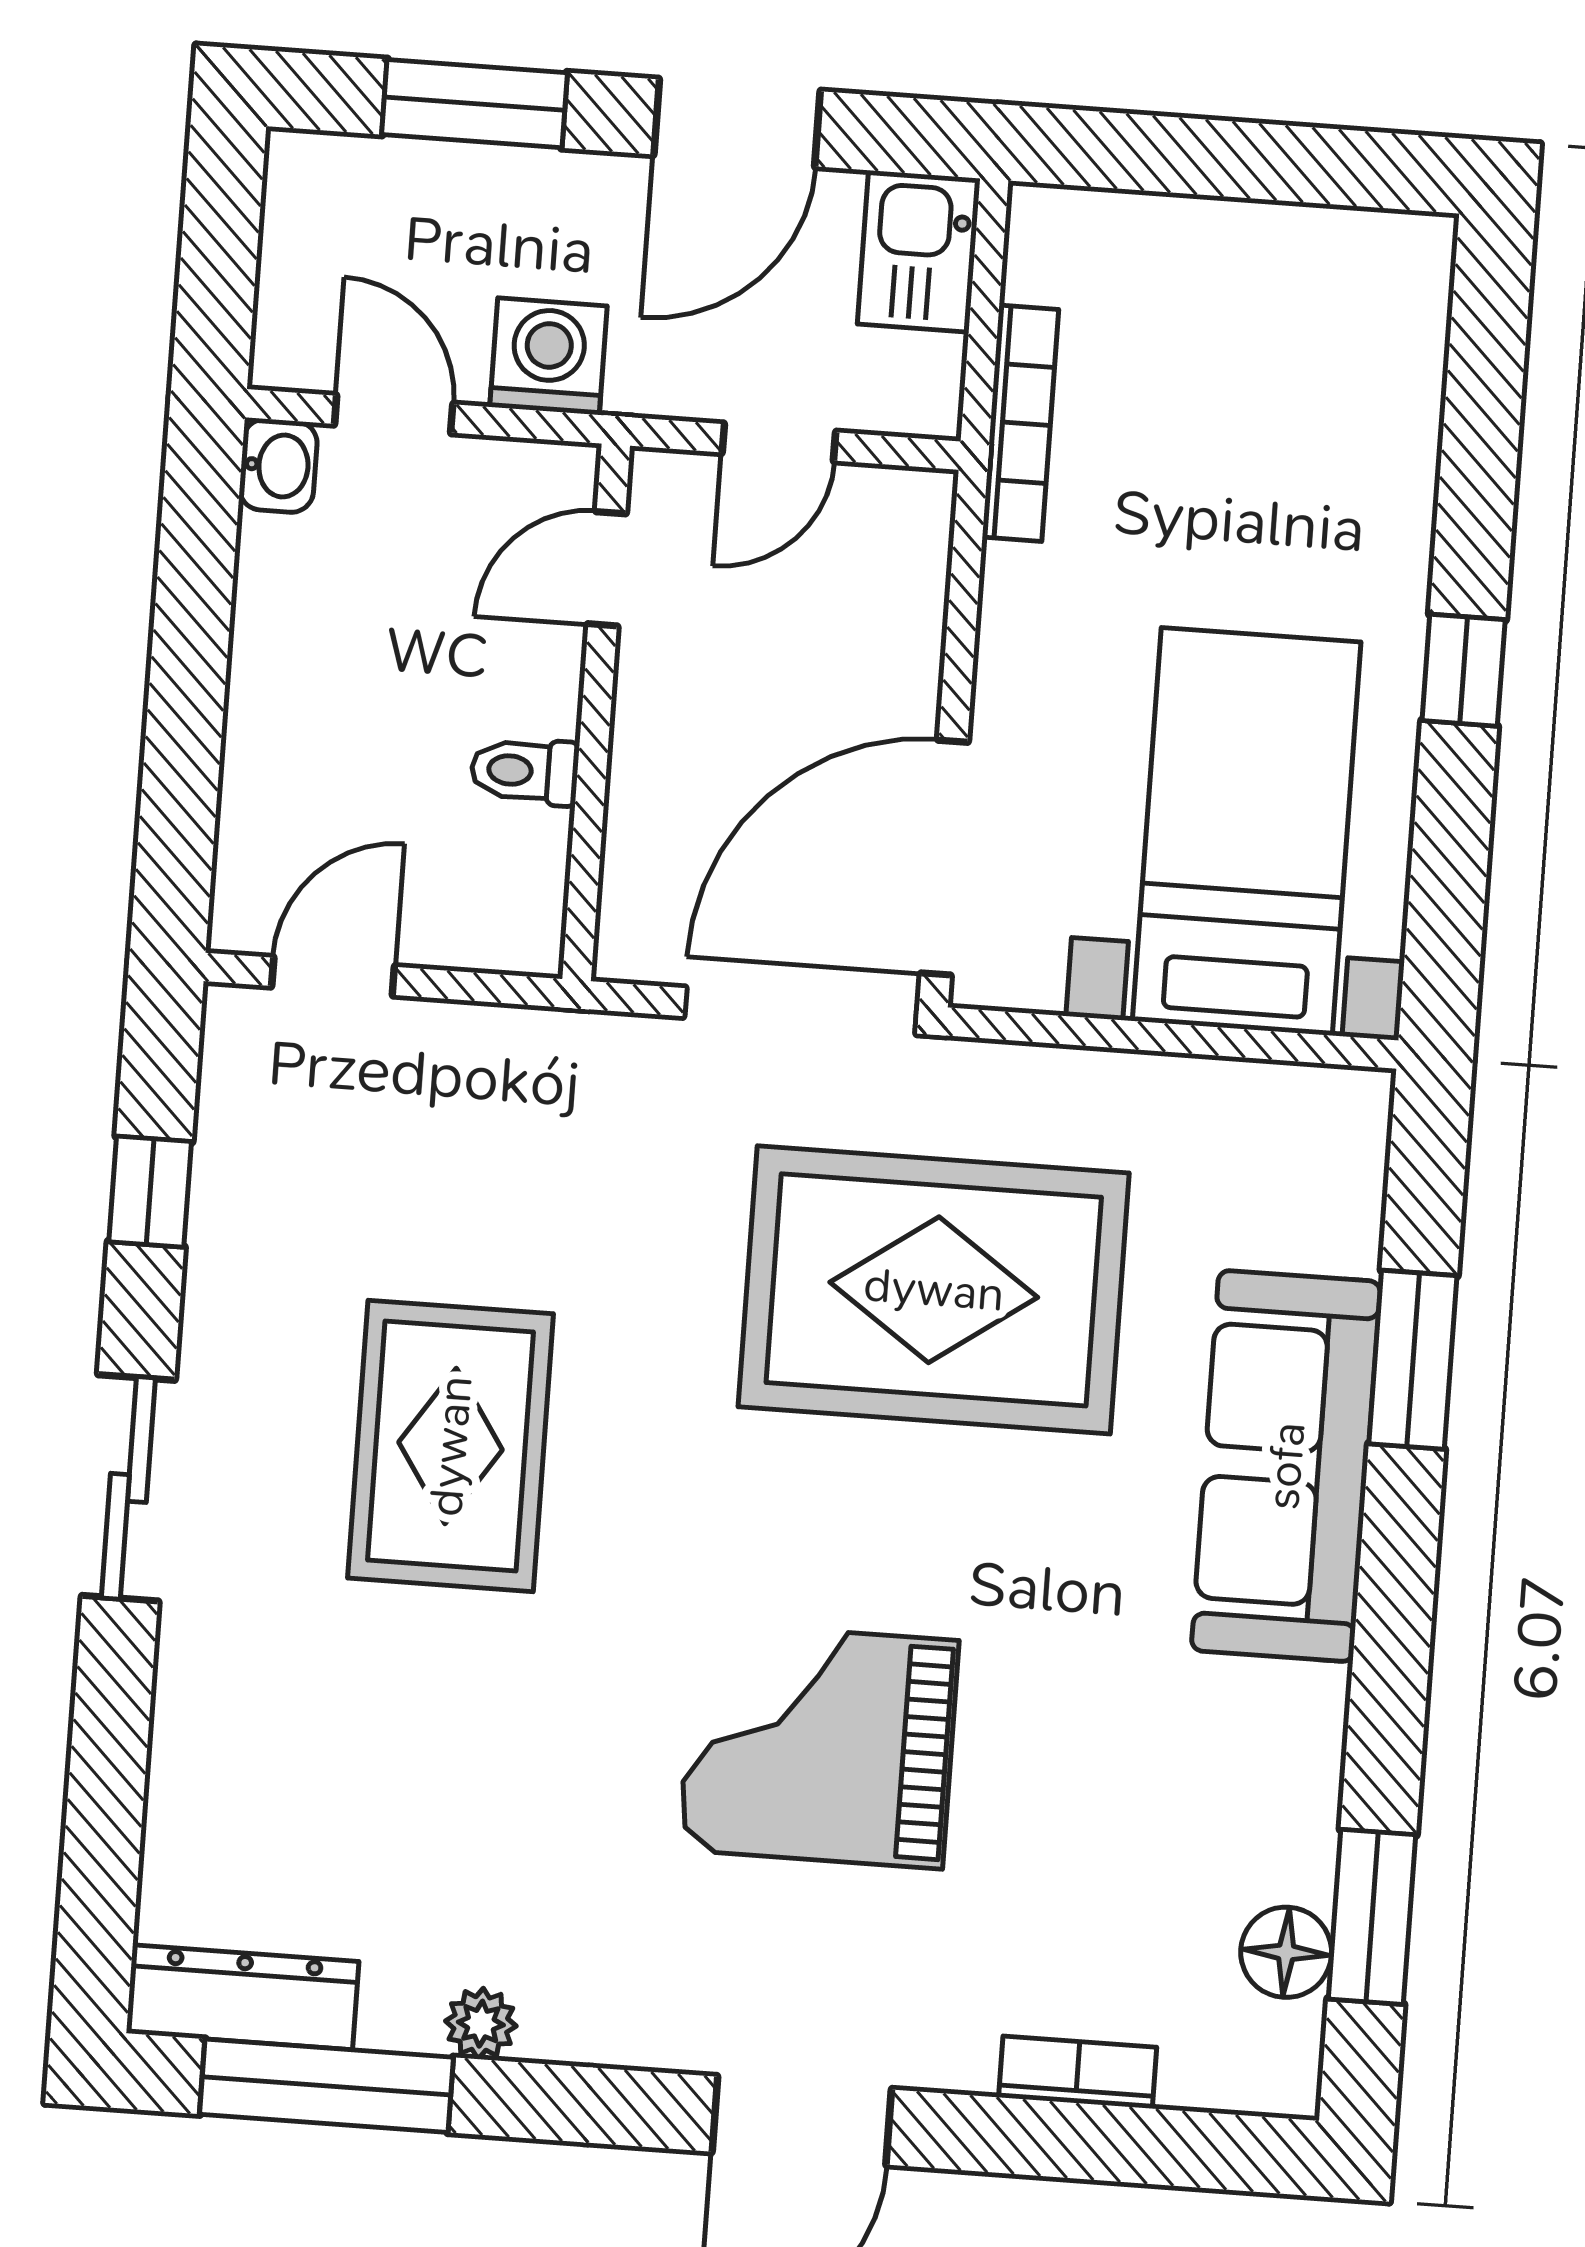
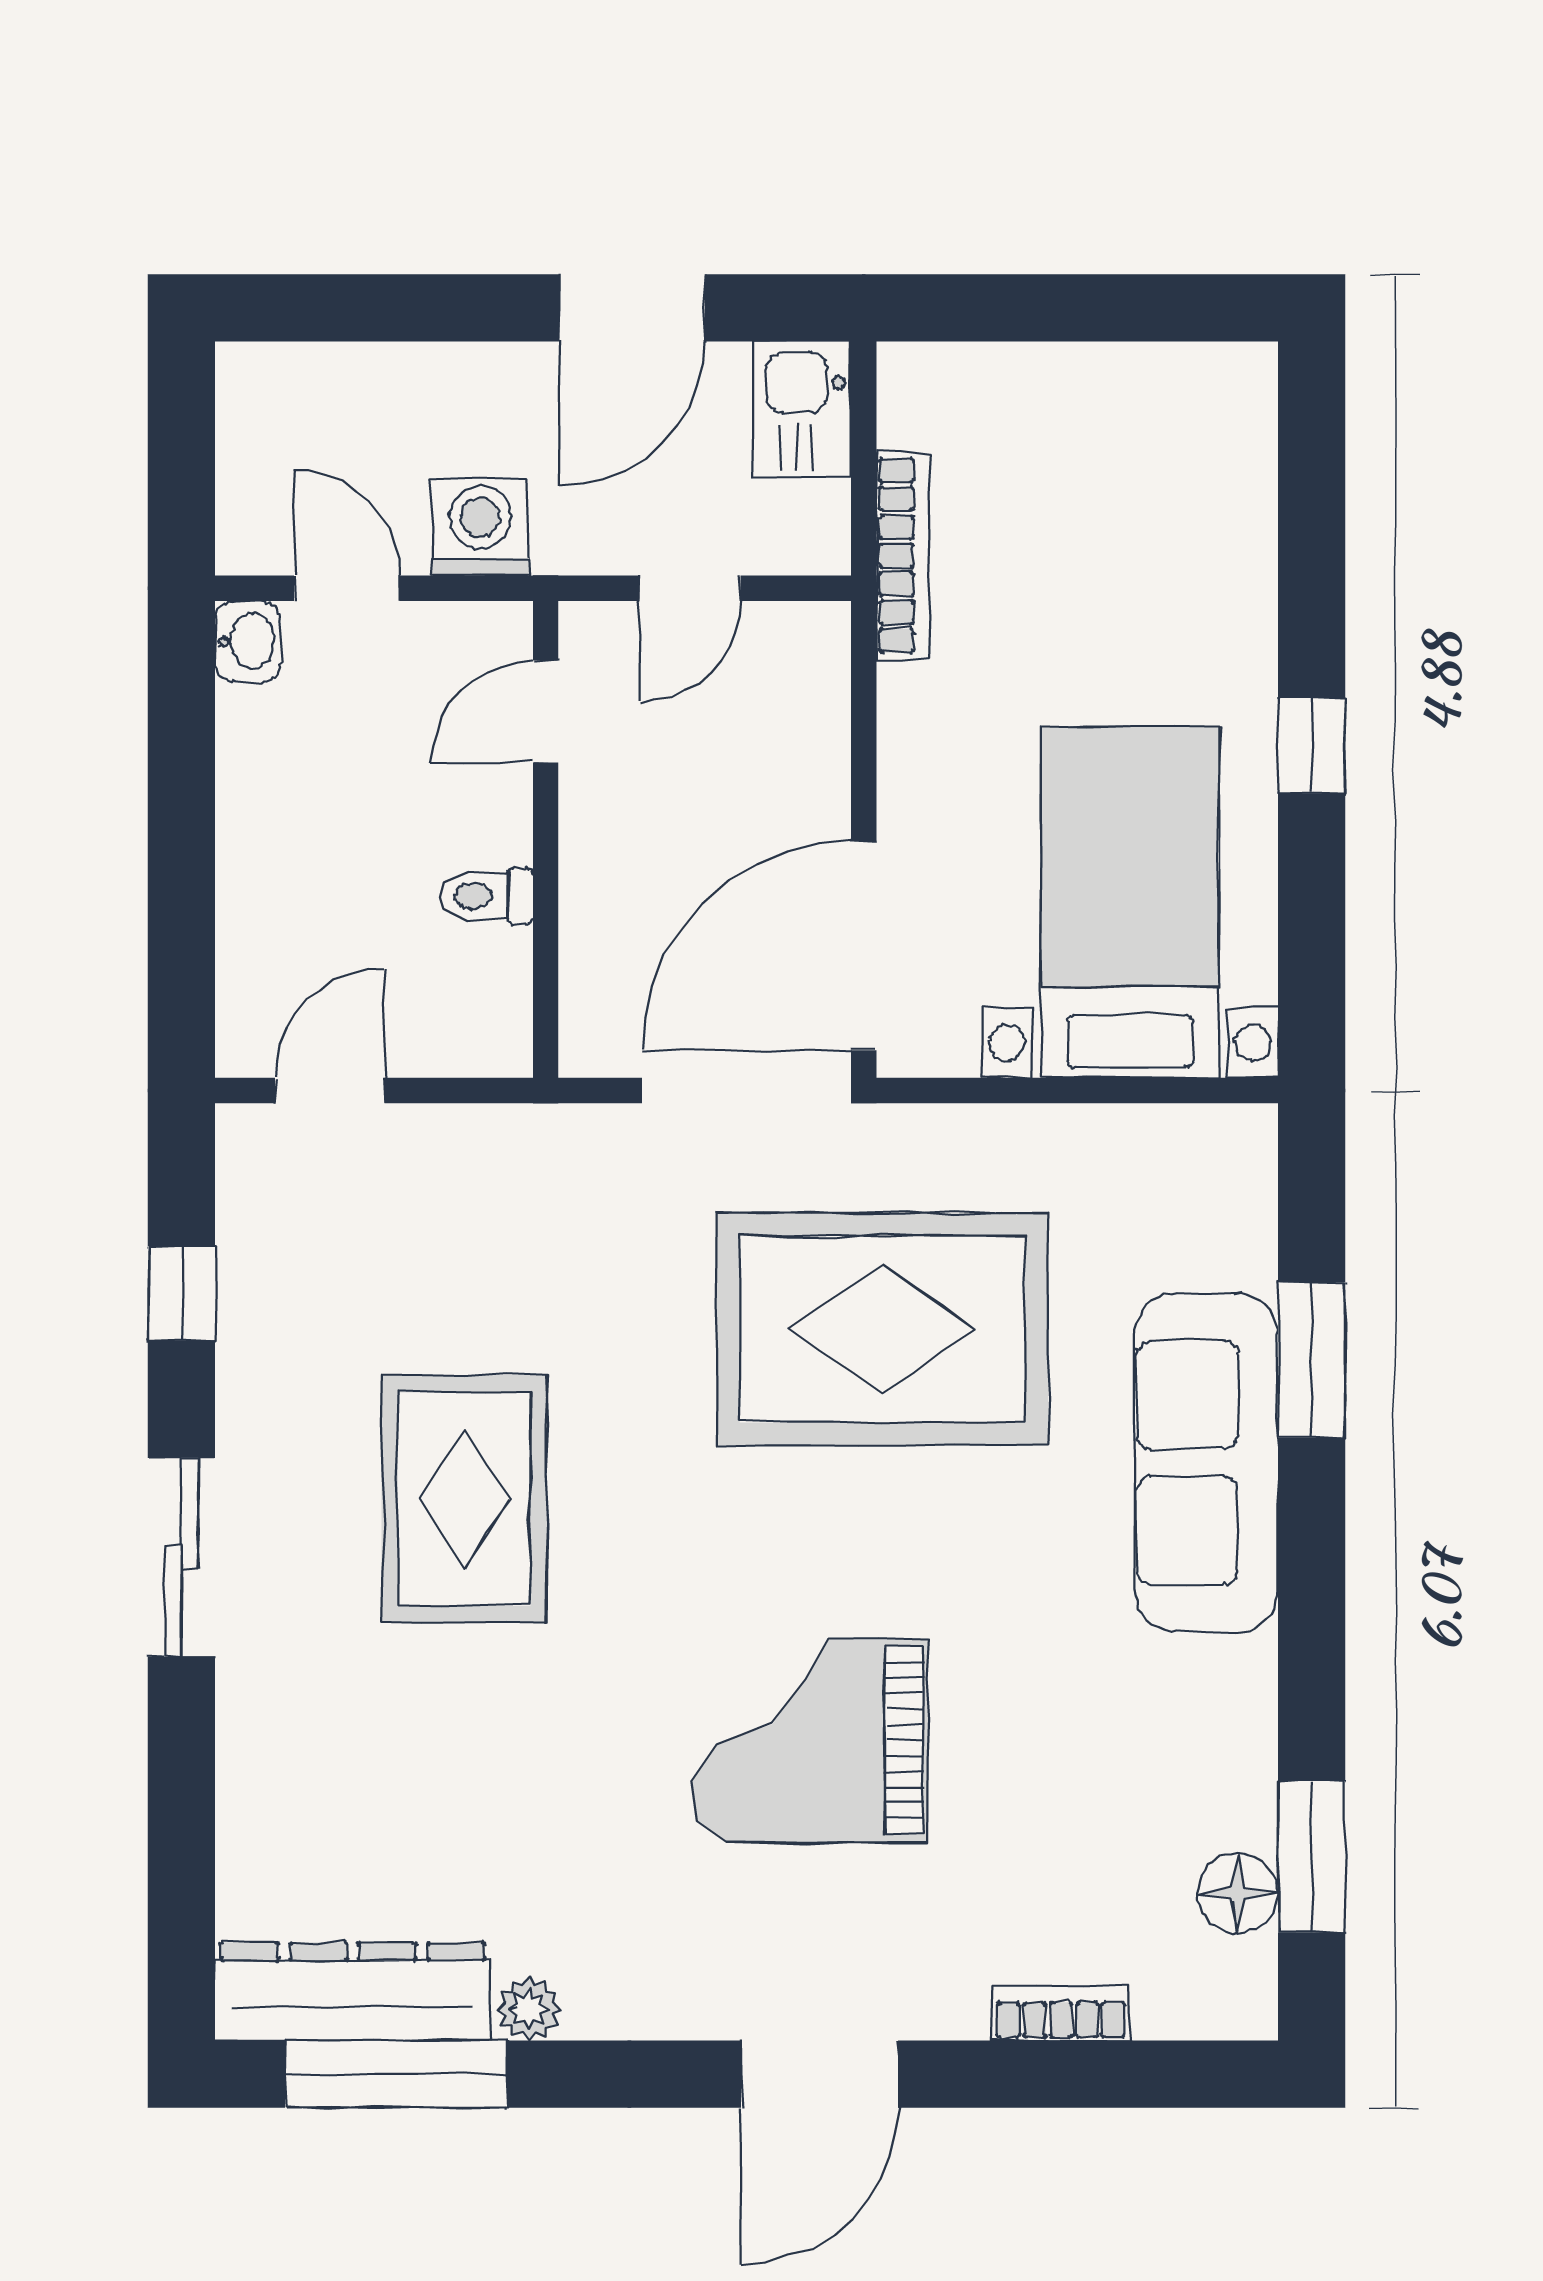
window: (475, 104) -> (398, 308), removed
dresser: (243, 1997) -> (353, 1992), width x1.37, depth x1.24

